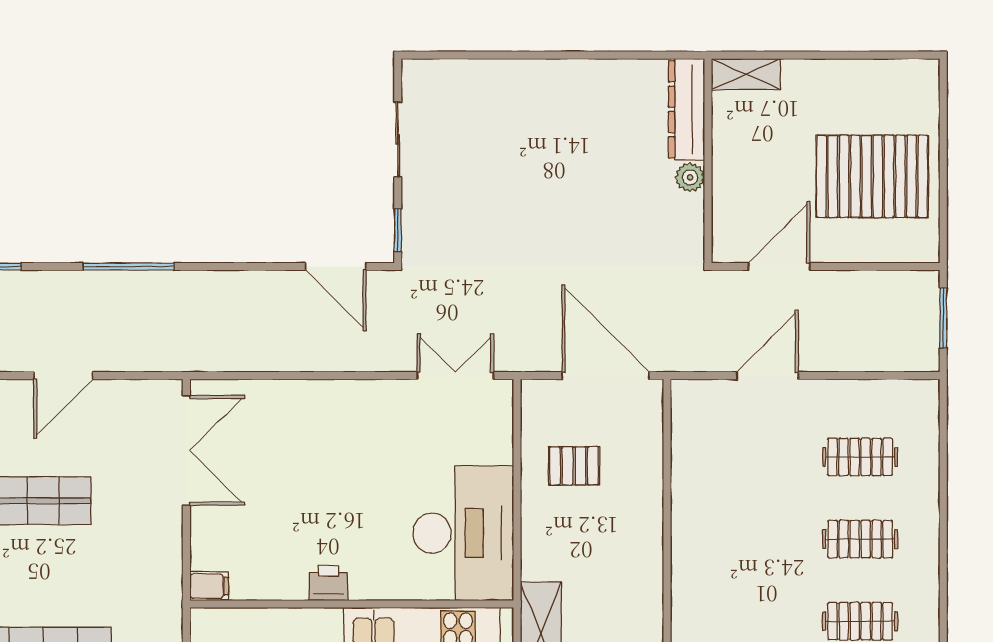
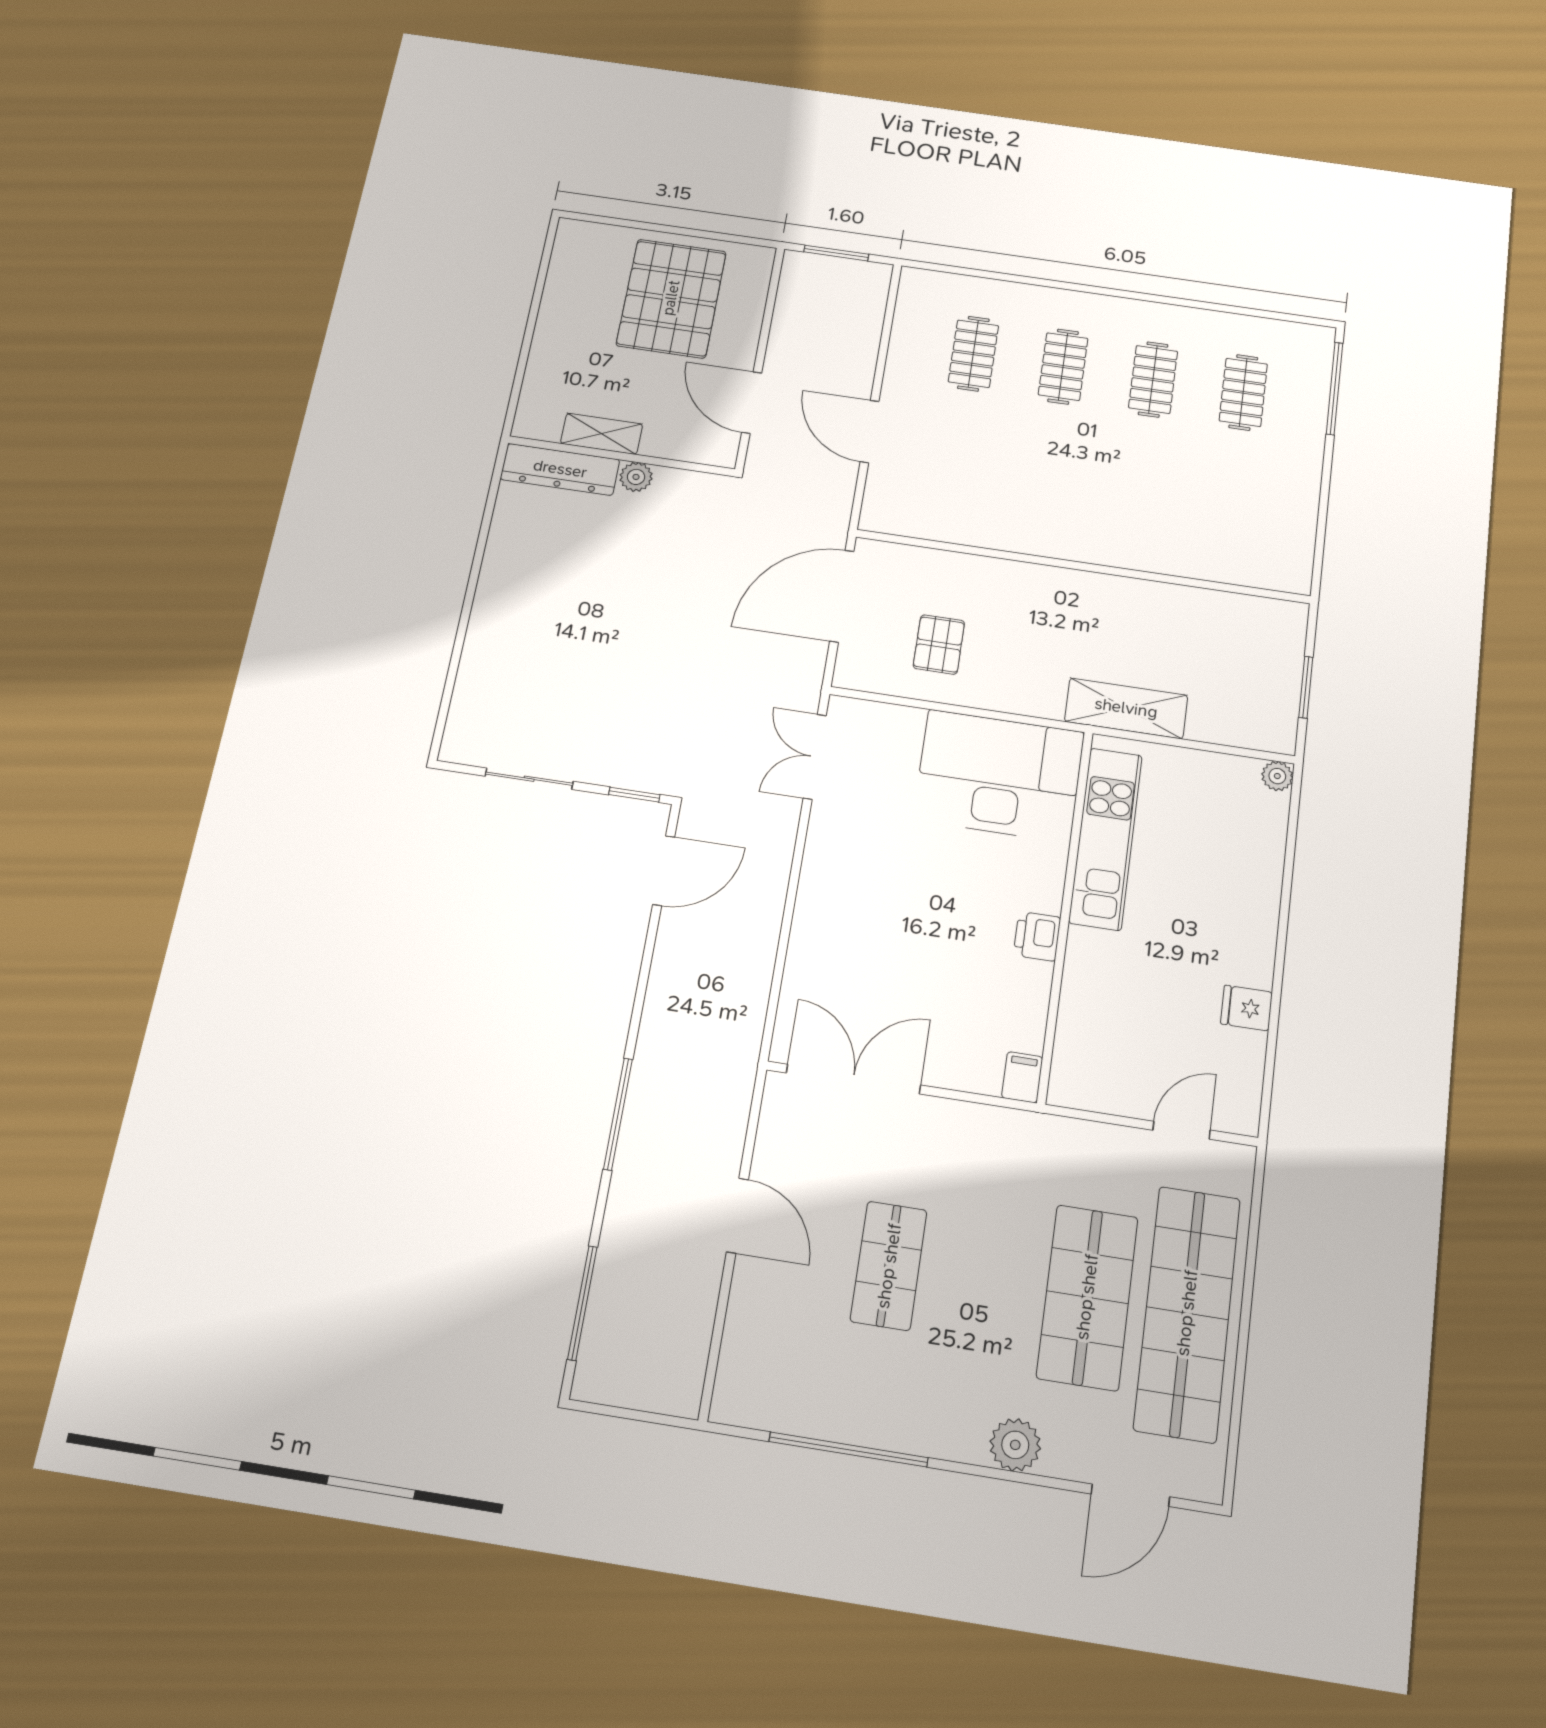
shelving: (746, 74) -> (602, 434), moved, turned 90

